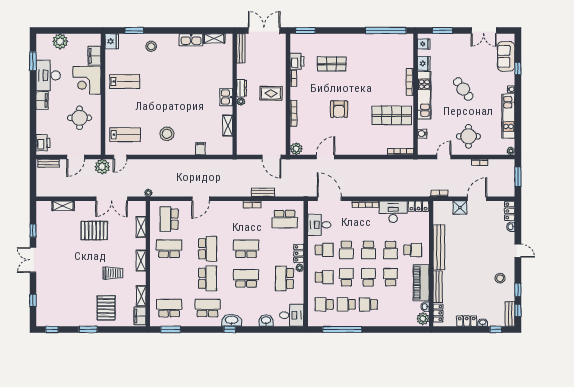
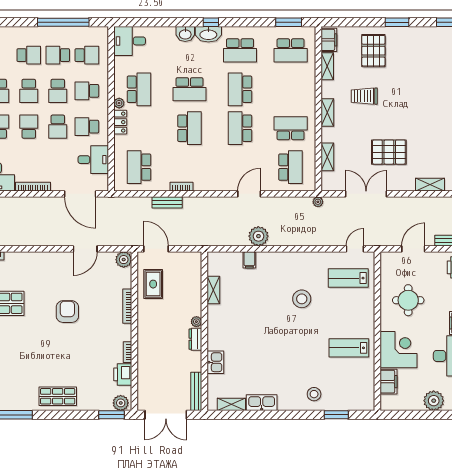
plant: (298, 40) -> (121, 403), added
fridge: (112, 41) -> (366, 401), removed
shop shelf: (332, 64) -> (58, 396), moved
rug: (271, 93) -> (153, 284), moved, turned 90
kitchen sink: (226, 97) -> (215, 362), moved
stool: (167, 134) -> (302, 299), moved
plant: (102, 167) -> (258, 236), moved
school desk: (285, 219) -> (139, 167), turned -90
school desk: (169, 249) -> (291, 128), turned 180
school desk: (246, 249) -> (189, 128), turned -90
school desk: (346, 250) -> (58, 127), turned 180
school desk: (346, 304) -> (58, 55), turned 180
washbasin: (266, 320) -> (185, 34), moved

